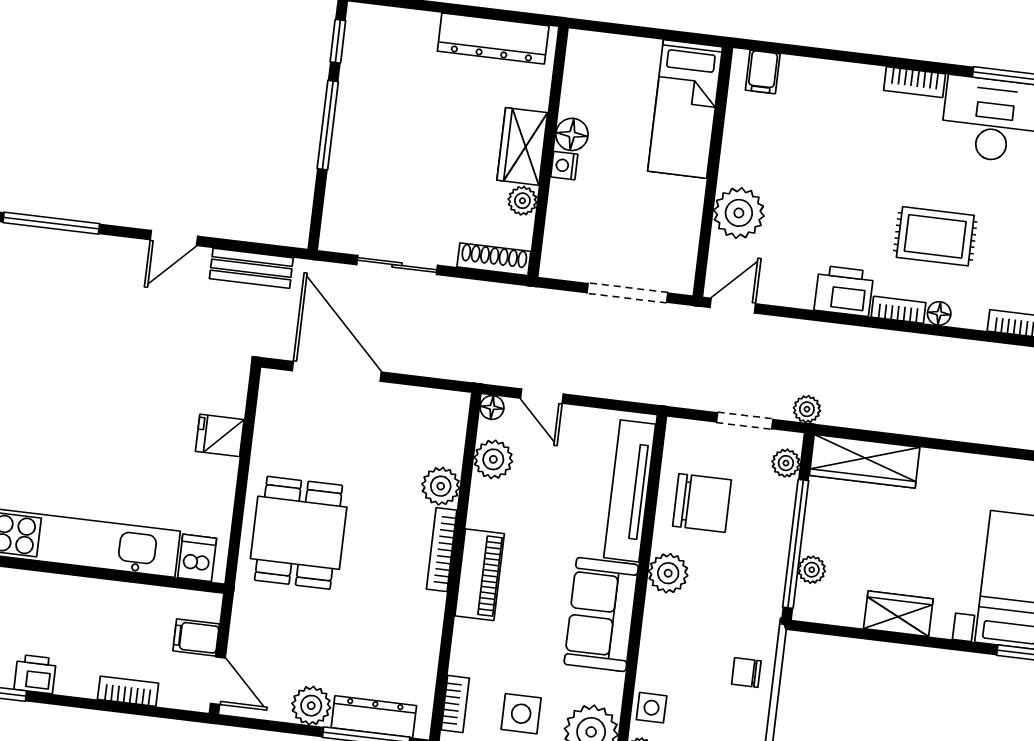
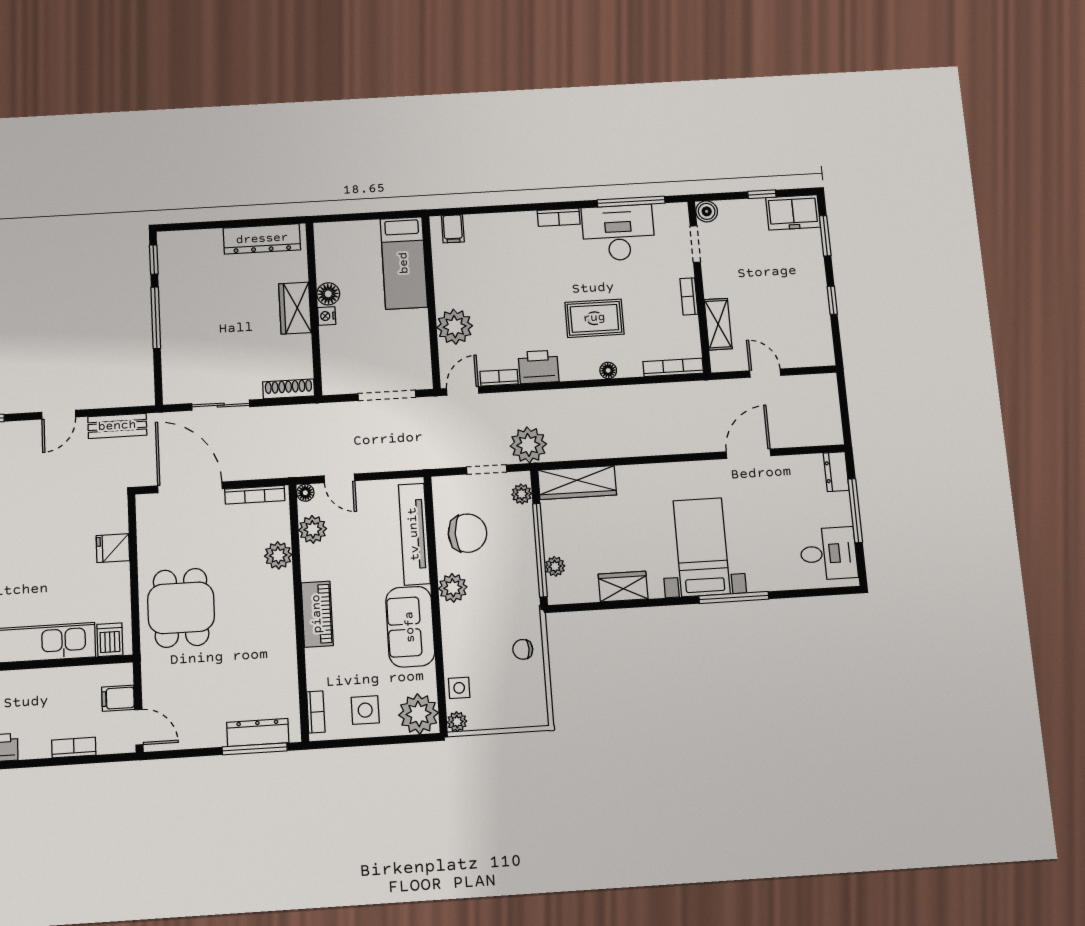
plant: (522, 201) -> (302, 345), removed
bookcase: (899, 310) -> (499, 378), moved
plant: (807, 409) -> (528, 445), width x1.88, depth x1.88
bookcase: (442, 550) -> (255, 495), moved, turned -90
plant: (311, 706) -> (210, 733), removed

